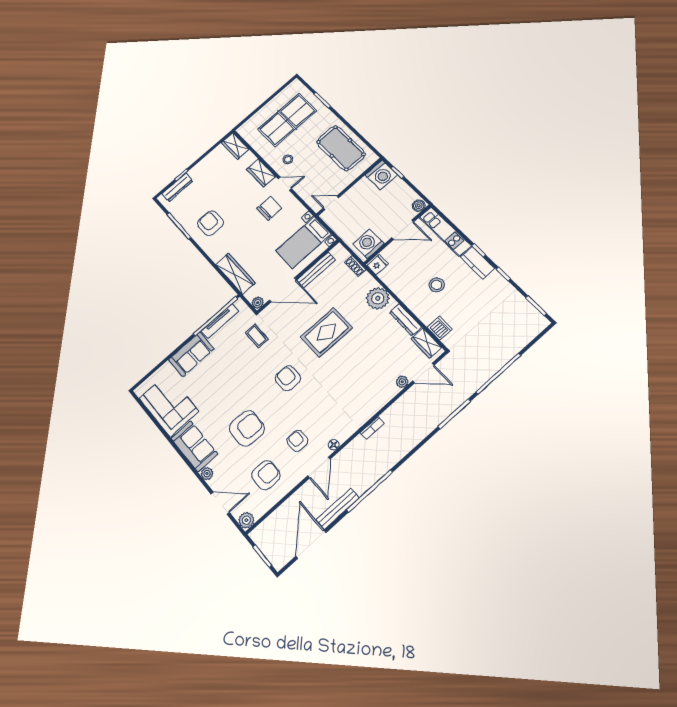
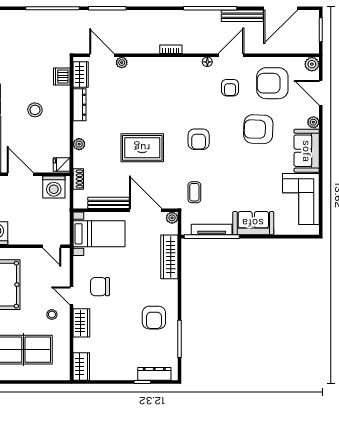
plant: (378, 298) -> (79, 144), width x0.53, depth x0.53
armchair: (266, 475) -> (272, 83), width x1.36, depth x1.36

